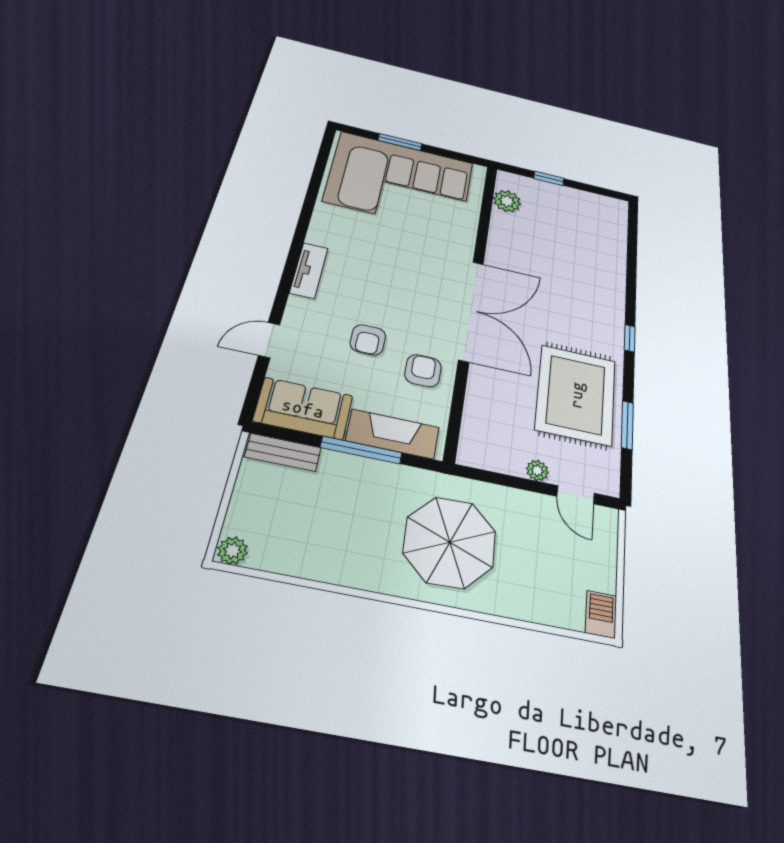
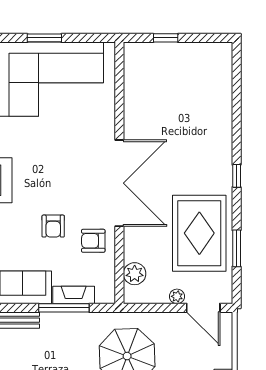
plant: (507, 201) -> (135, 274), moved
armchair: (423, 371) -> (93, 241), turned -90
fireplace: (393, 434) -> (74, 295), width x0.73, depth x0.76
door: (575, 495) -> (203, 308), width x1.38

